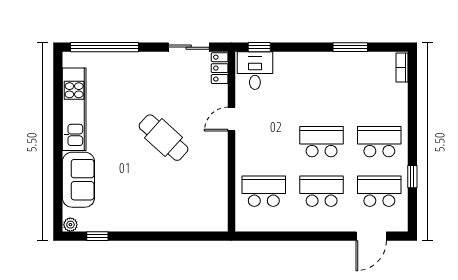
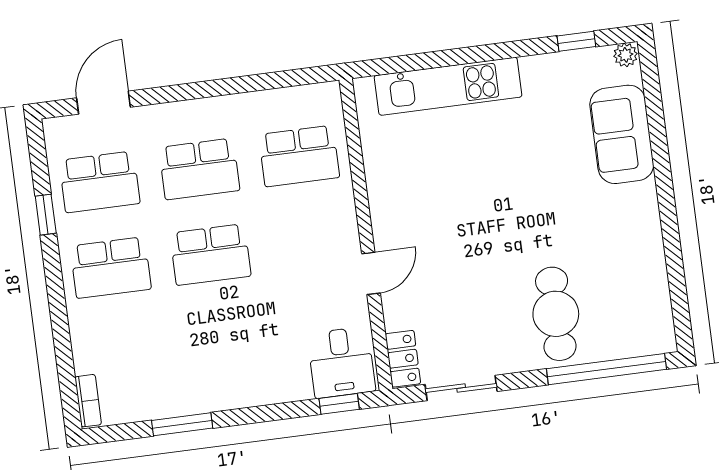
kitchen unit: (74, 109) -> (448, 86), moved, turned -90
cafe table: (164, 138) -> (556, 314), moved, turned 48

